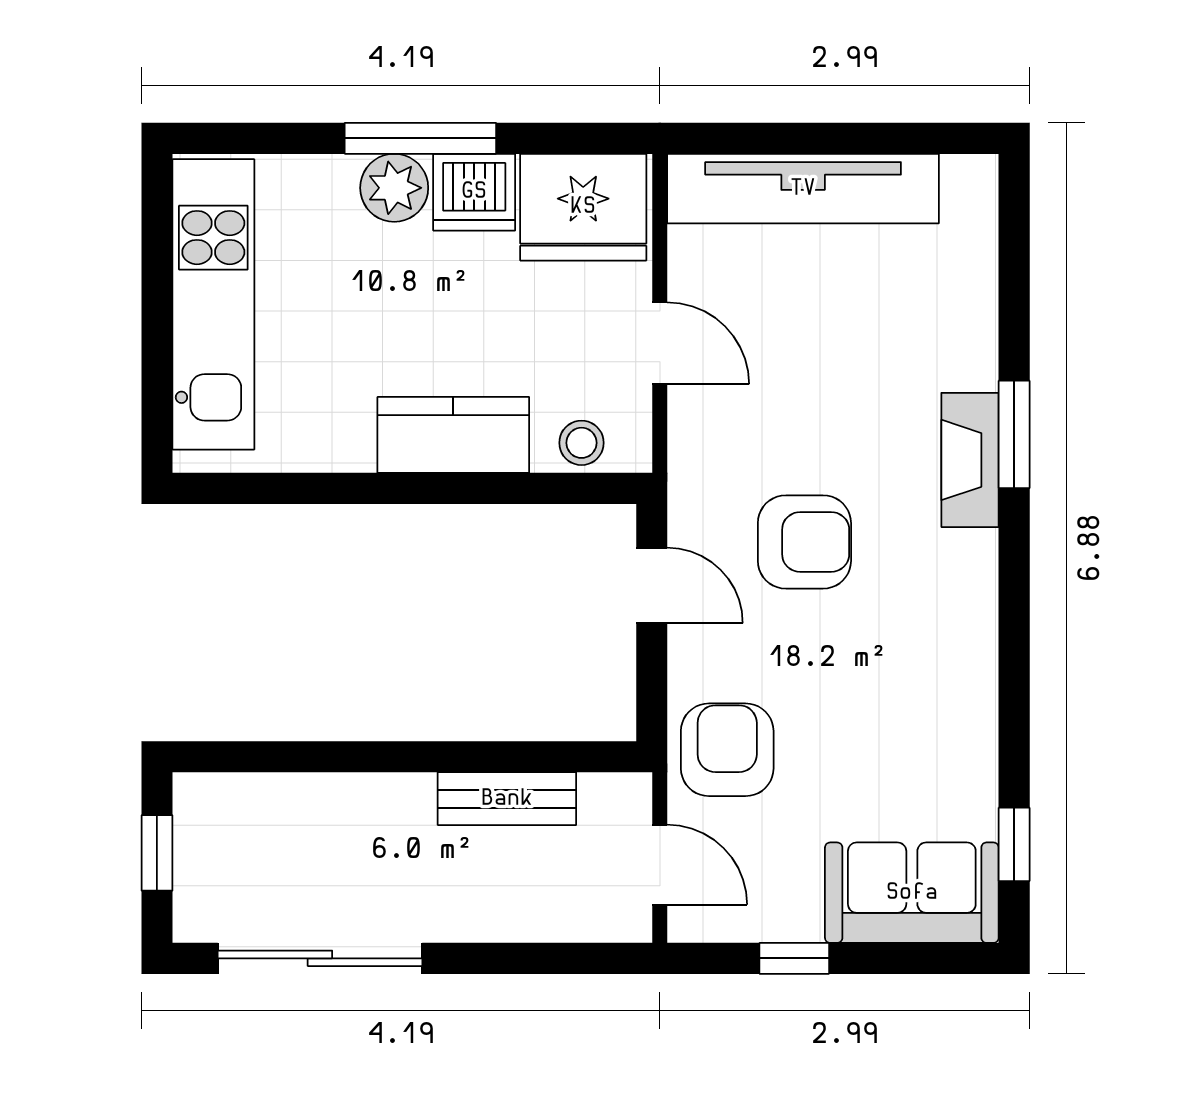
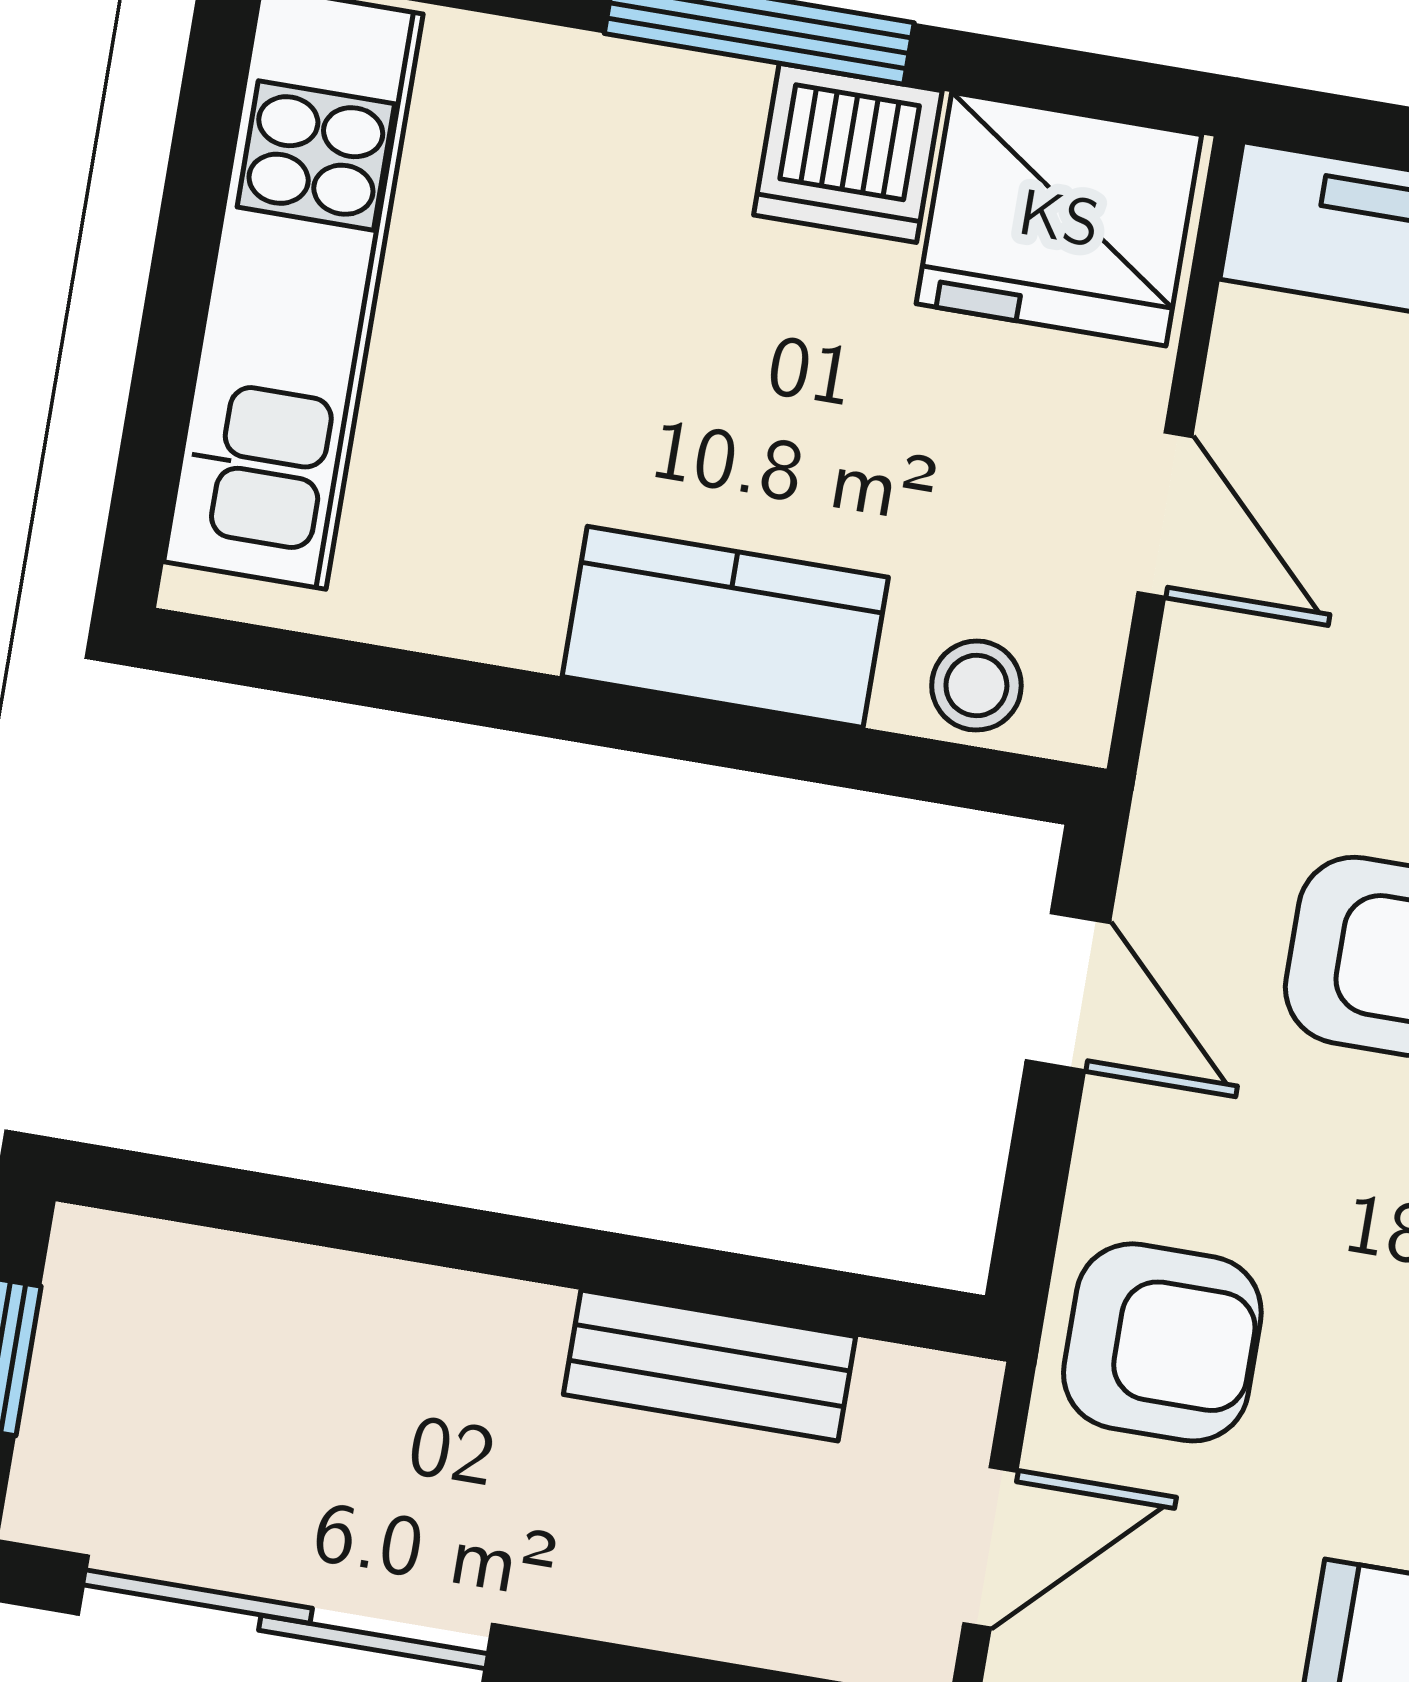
plant: (394, 188) -> (691, 117), removed
armchair: (727, 750) -> (1162, 1342), turned 90
door: (660, 865) -> (990, 1547), hinge flipped

